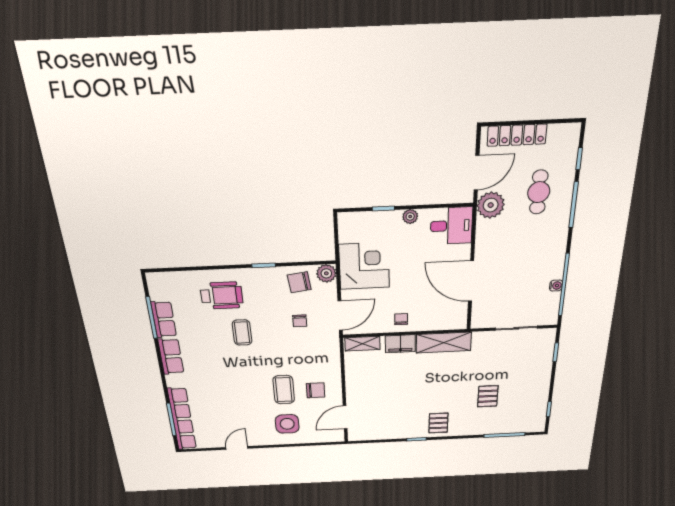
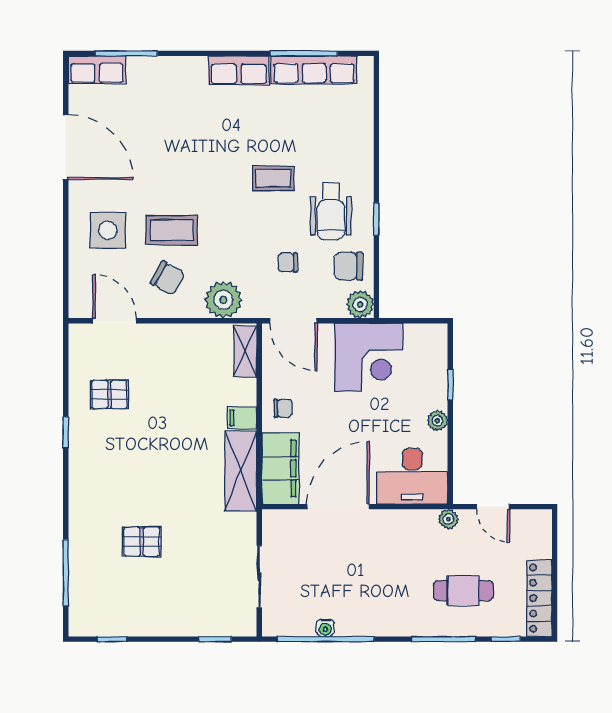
locker: (517, 135) -> (539, 598), moved
door: (477, 173) -> (493, 507), width x0.73
plant: (491, 205) -> (448, 519), width x0.53, depth x0.53
desk: (451, 226) -> (412, 476), width x1.37
chair: (299, 282) -> (348, 266), turned -82
wheelchair: (222, 295) -> (331, 211), moved
row of seats: (164, 319) -> (314, 70), width x1.48
filing cabinet: (443, 319) -> (280, 468), added
filing cabinet: (400, 344) -> (242, 418), width x0.50
plant: (328, 358) -> (223, 300), added
chair: (316, 390) -> (168, 278), turned -61
row of seats: (182, 419) -> (97, 70), width x0.50
pallet: (438, 423) -> (109, 394), moved
door: (237, 448) -> (66, 147), width x1.87

